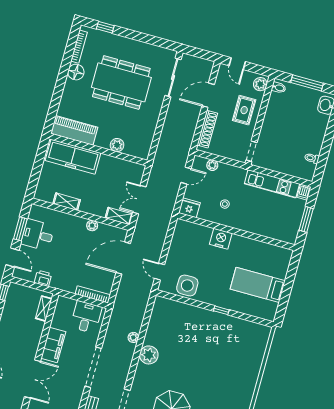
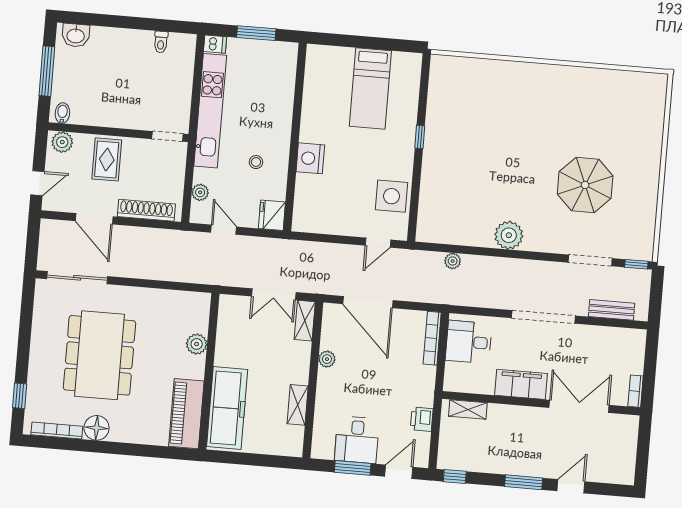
rug: (244, 110) -> (107, 159), turned 90
kitchen unit: (272, 184) -> (210, 111), width x1.36
plant: (133, 337) -> (453, 261), moved

